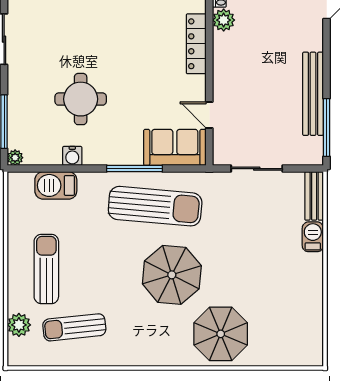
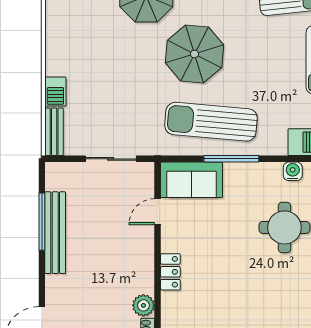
locker: (196, 44) -> (170, 272), width x0.66
door: (209, 115) -> (158, 212), swing flipped
window: (327, 127) -> (42, 222), moved

